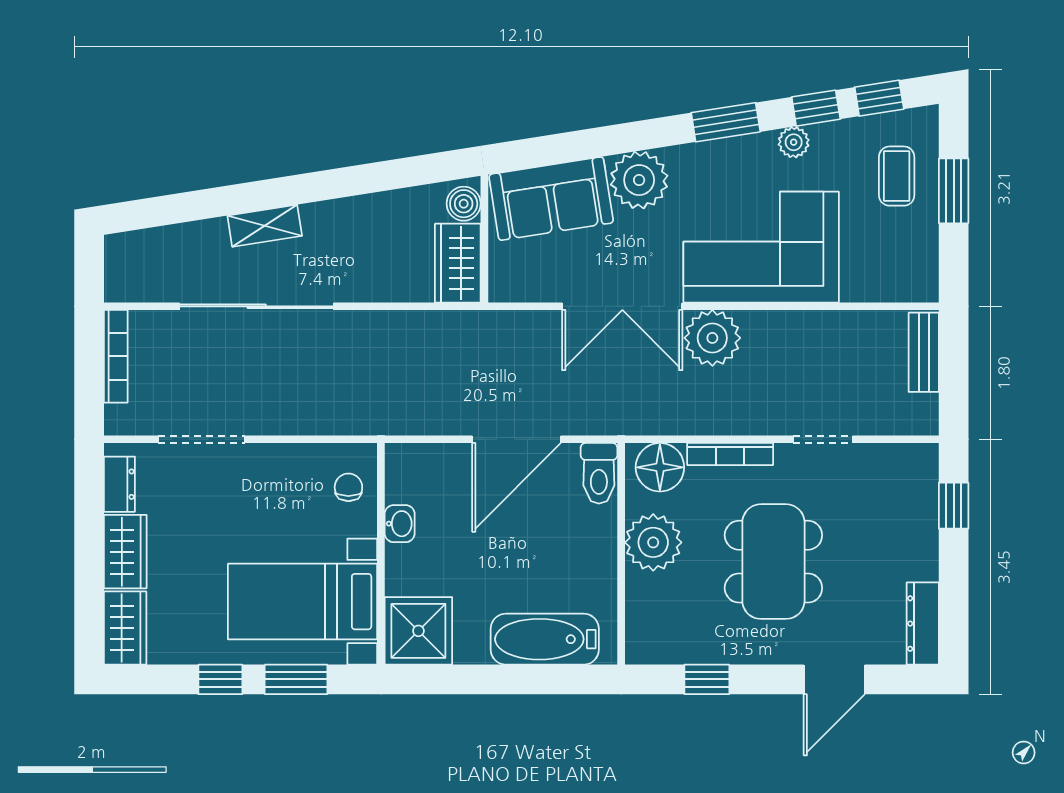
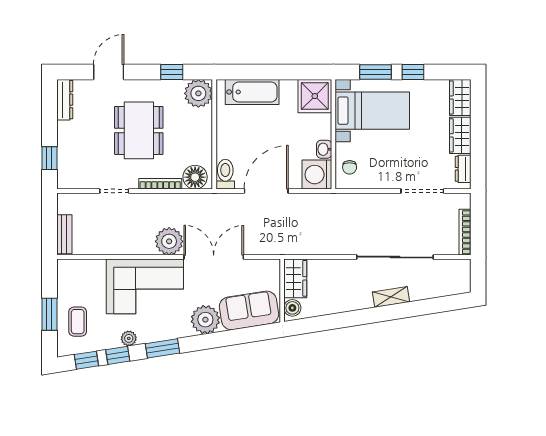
washing machine: (414, 473) -> (317, 175), added
plant: (653, 542) -> (198, 93), moved

